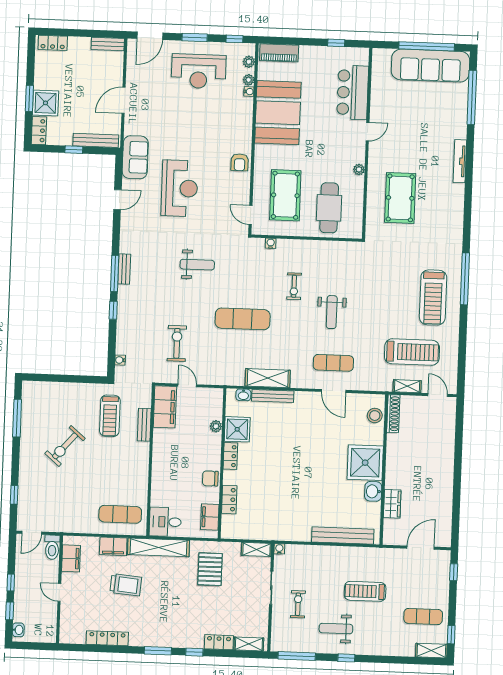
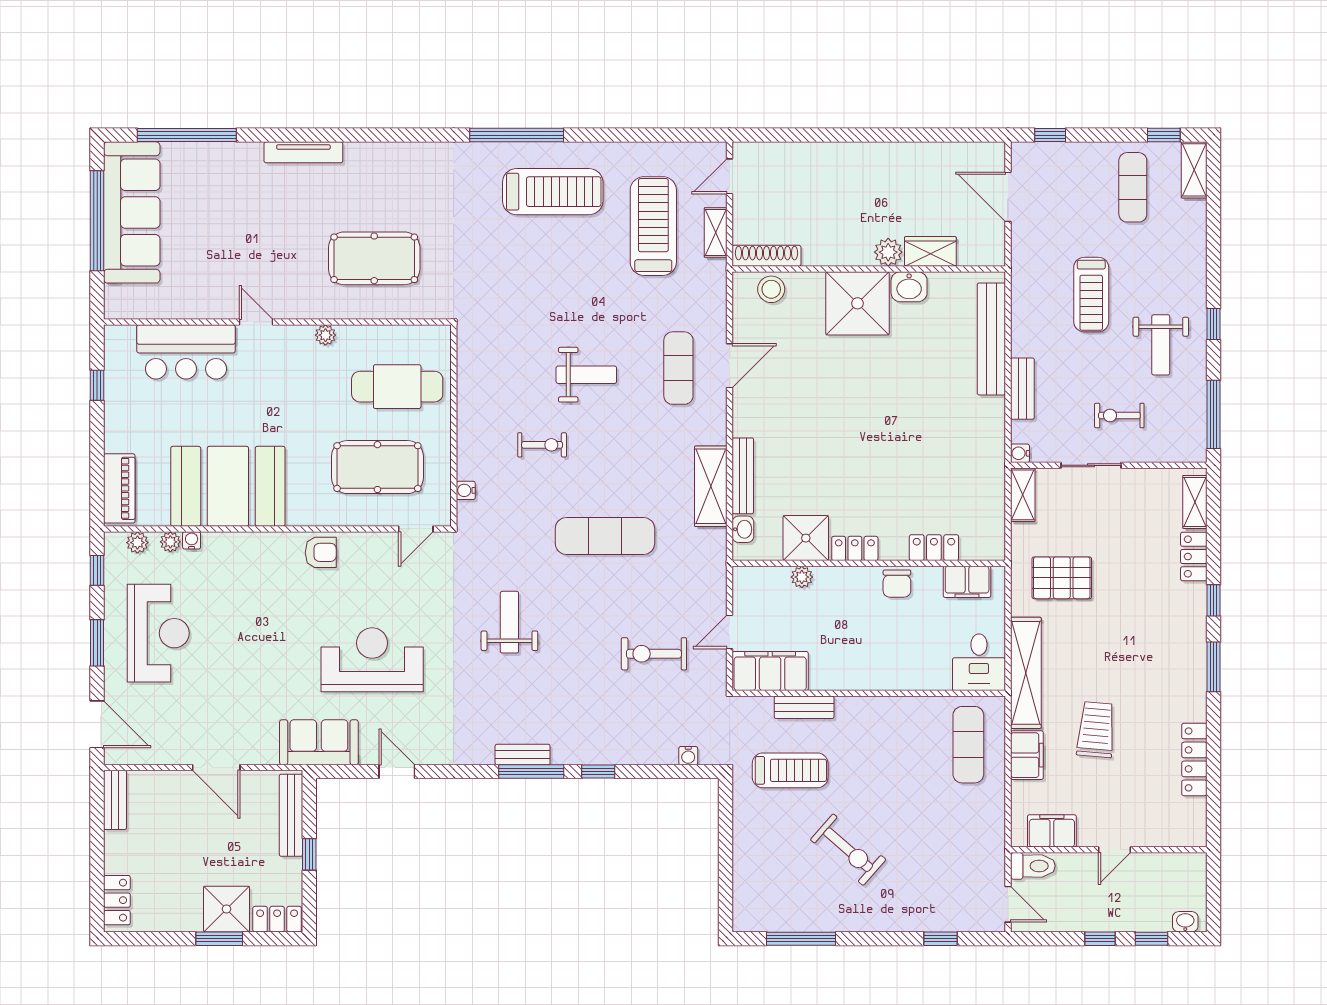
exercise mat: (243, 319) -> (605, 536), turned 90
plant: (393, 481) -> (888, 252), added
bench: (315, 552) -> (1022, 389), added

